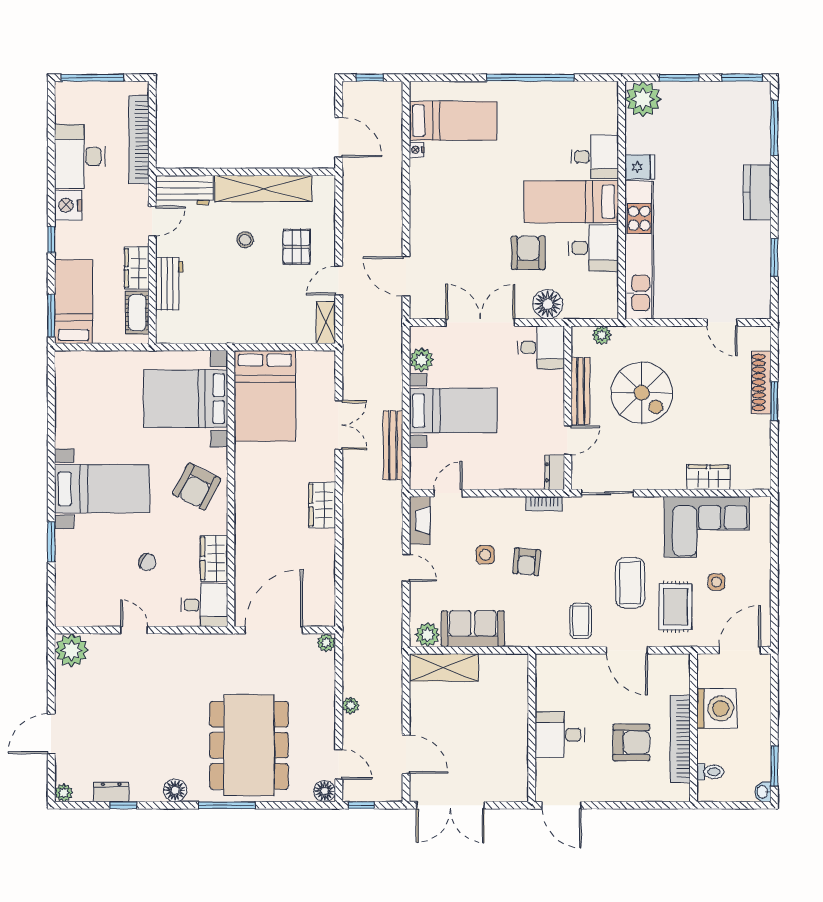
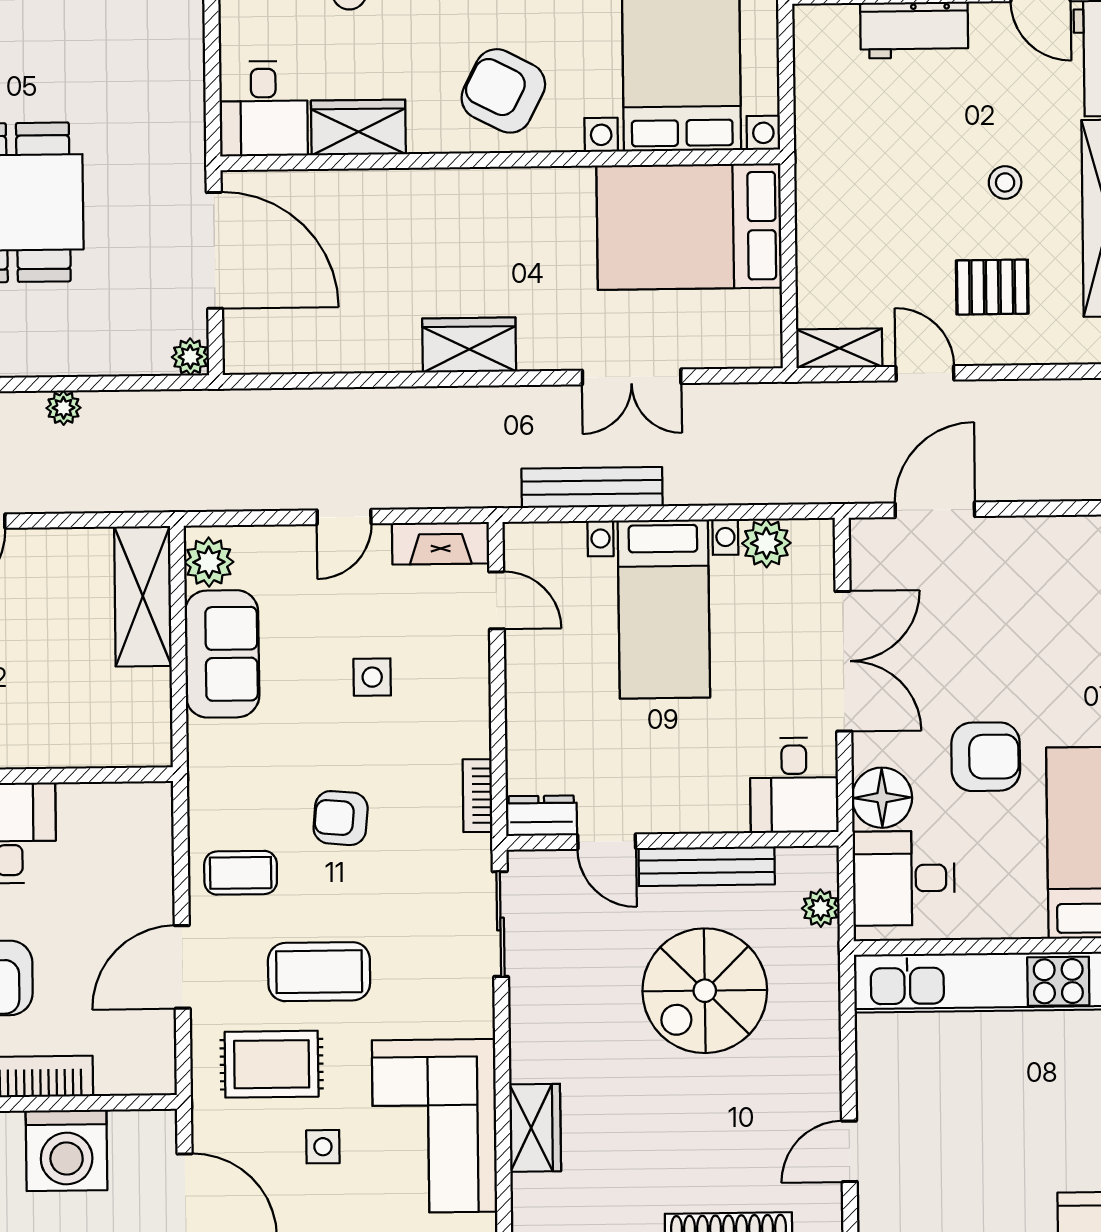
desk: (593, 248) -> (904, 878), moved, turned 90
armchair: (527, 562) -> (341, 818), moved

